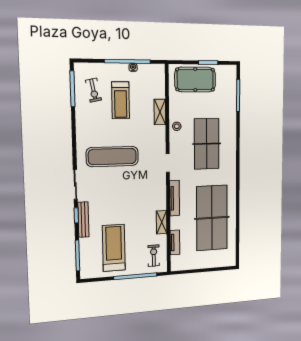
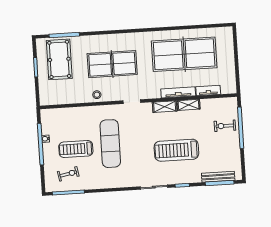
pool table: (195, 80) -> (59, 59), moved
treadmill: (121, 100) -> (76, 149), turned 180
shelving: (160, 112) -> (165, 107), moved
exercise mat: (112, 157) -> (110, 144), moved
tv unit: (175, 198) -> (178, 92), moved
bench: (83, 220) -> (218, 177), moved
treadmill: (114, 248) -> (176, 150), moved
exercise bike: (154, 256) -> (225, 126), moved

